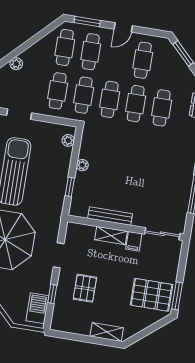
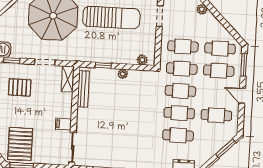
bench: (110, 216) -> (83, 89), moved
shelving: (111, 235) -> (68, 79), moved

